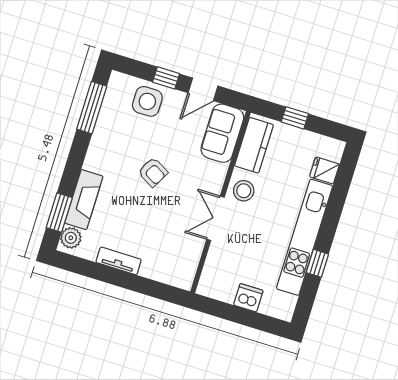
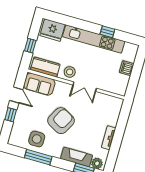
side table: (147, 101) -> (37, 139), moved
window: (92, 108) -> (38, 157), moved
fridge: (324, 170) -> (52, 30), width x1.88, depth x1.34
armchair: (153, 172) -> (61, 121), width x1.88, depth x1.88

